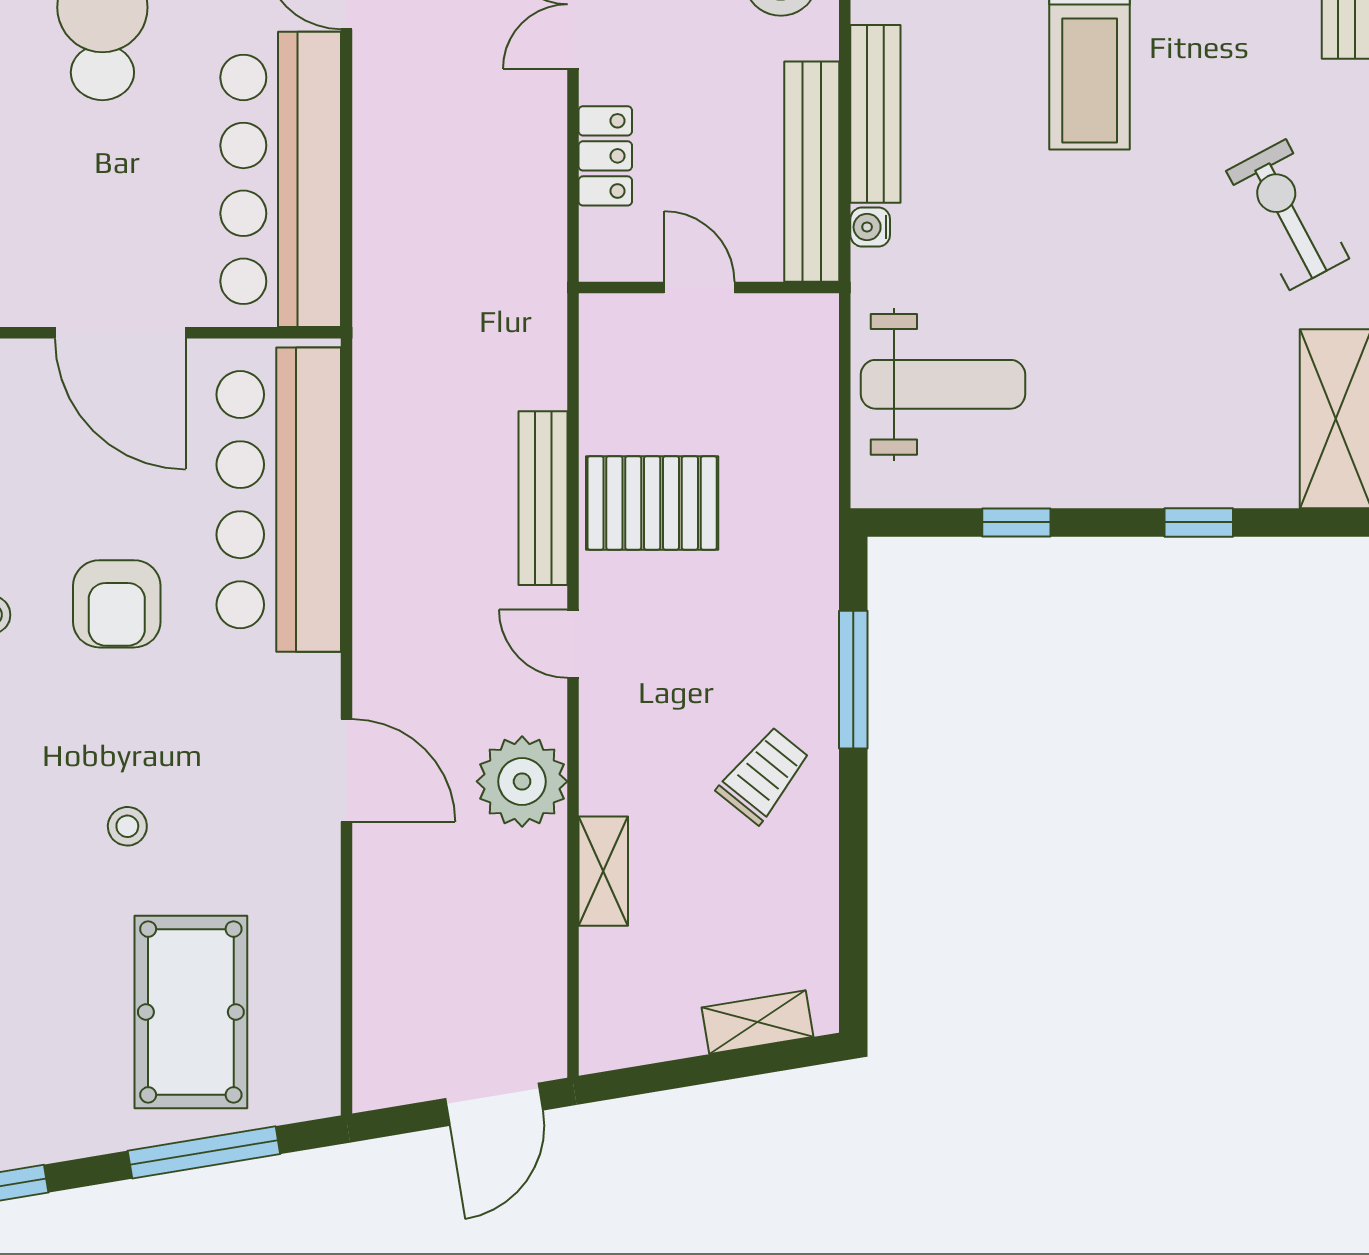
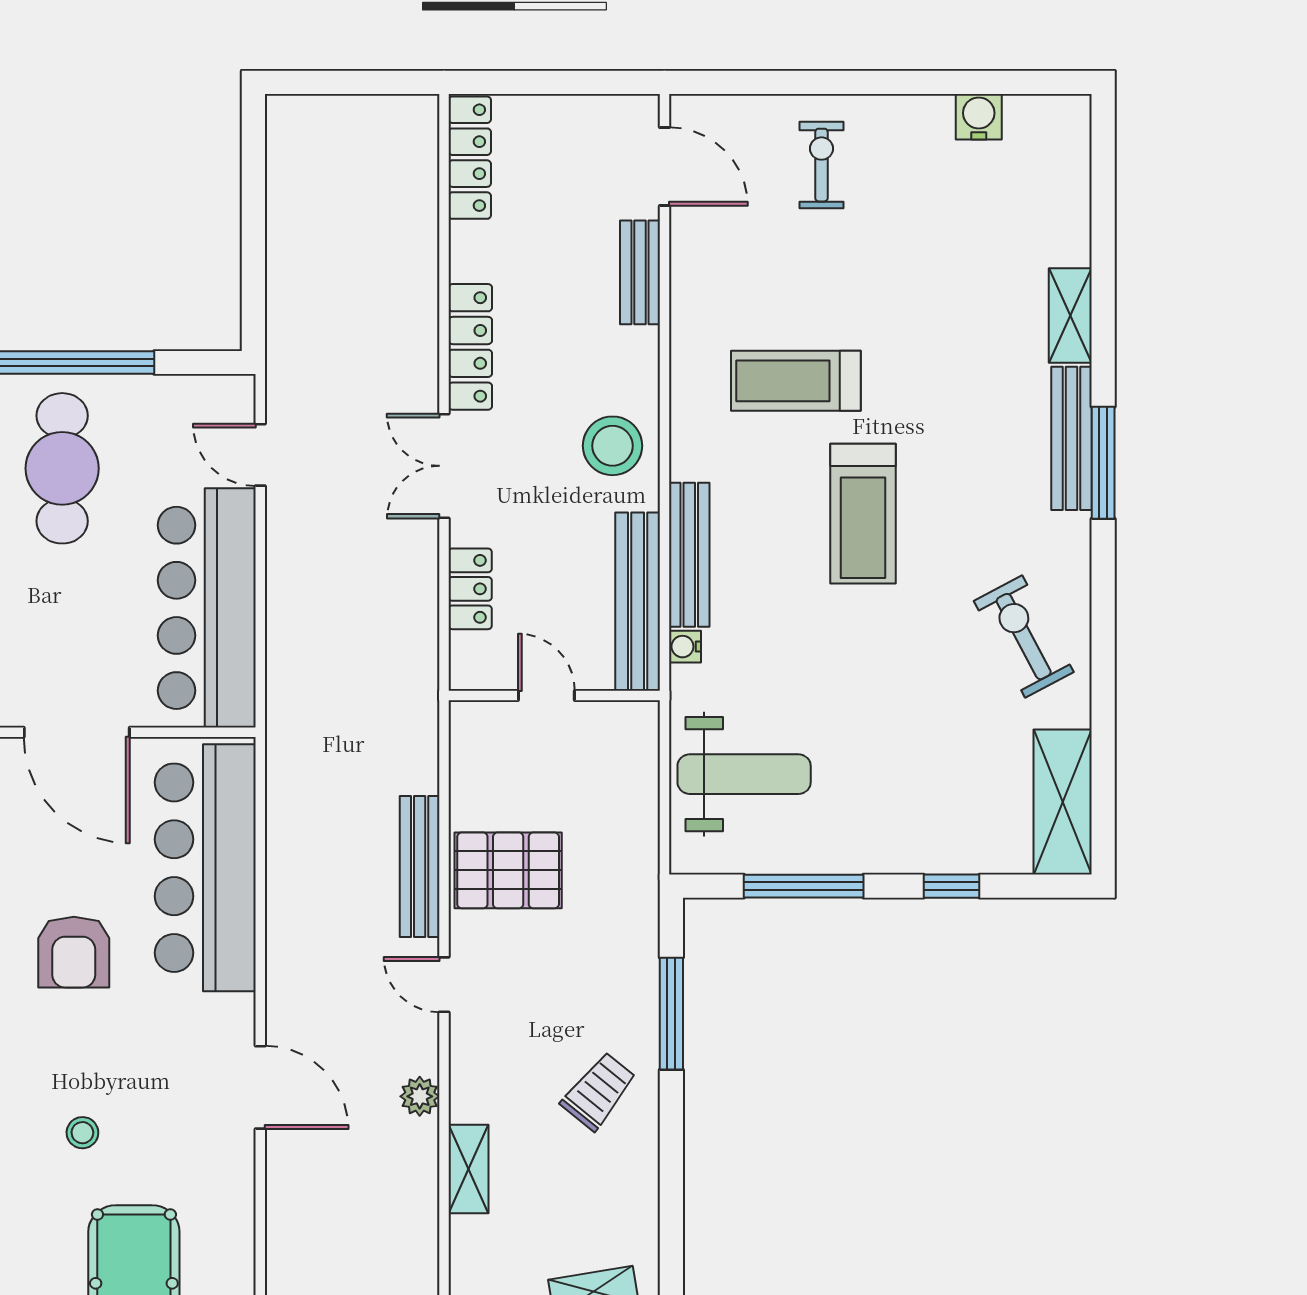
window: (1016, 522) -> (804, 886), width x2.17
plant: (522, 781) -> (420, 1096), width x0.53, depth x0.53

